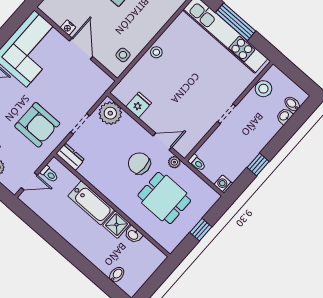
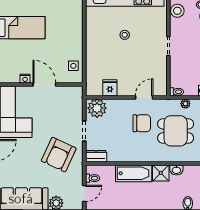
stool: (156, 52) -> (125, 35), moved
armchair: (37, 125) -> (59, 155), turned 115
plant: (174, 162) -> (185, 104), moved
chair: (139, 163) -> (142, 123), turned 180

